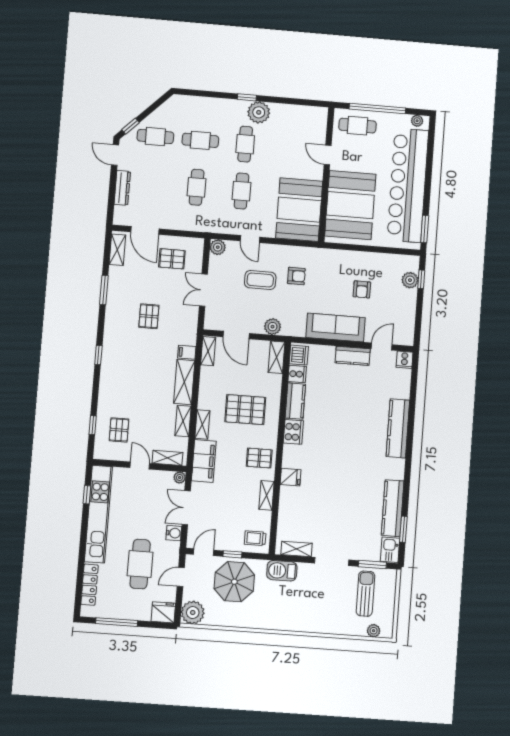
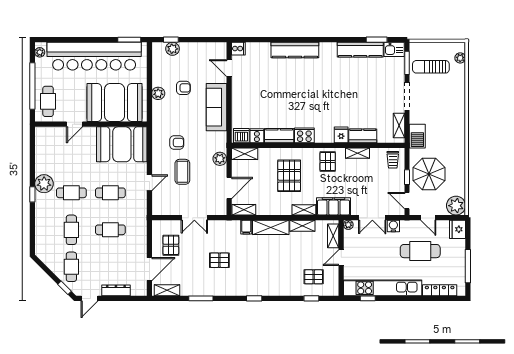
plant: (218, 247) -> (158, 93), moved
armchair: (296, 276) -> (177, 142), turned 90
kitchen counter: (353, 356) -> (363, 136), moved, turned -90

